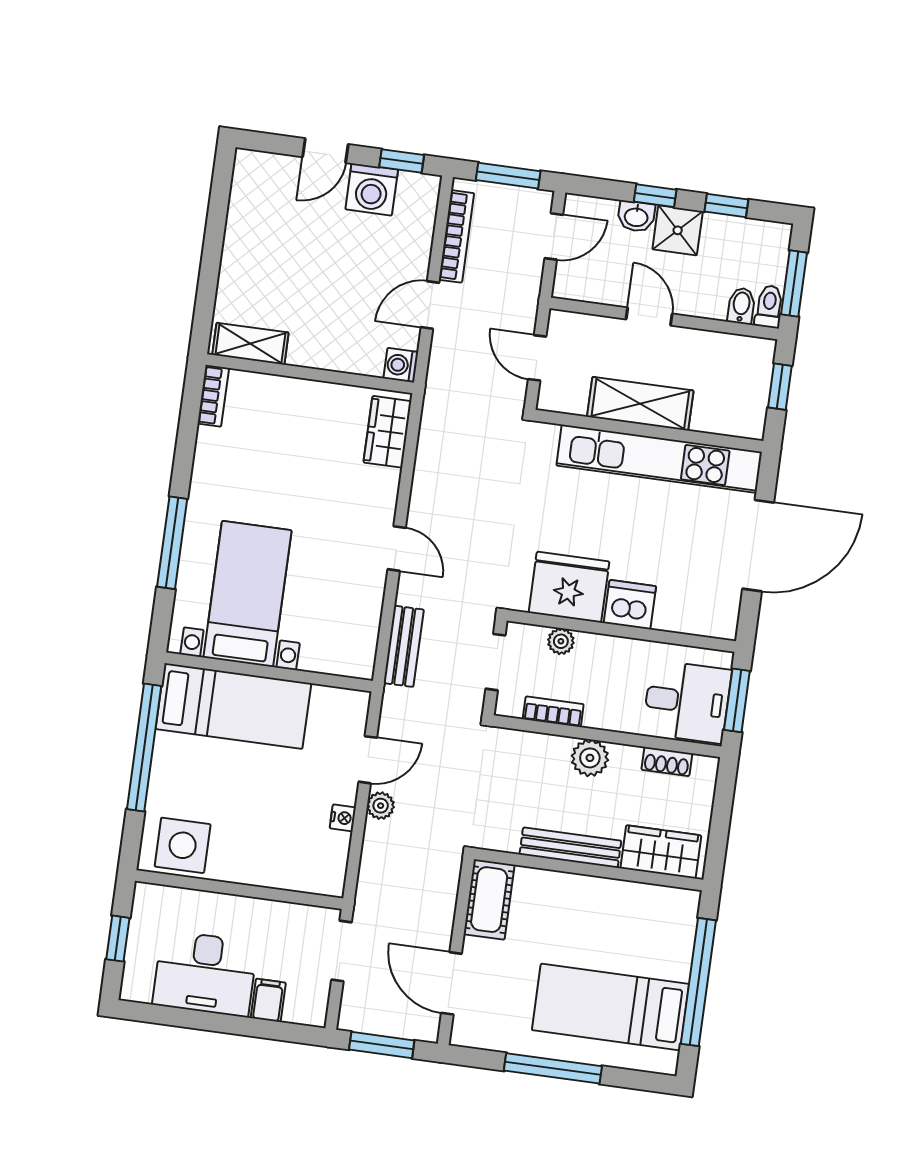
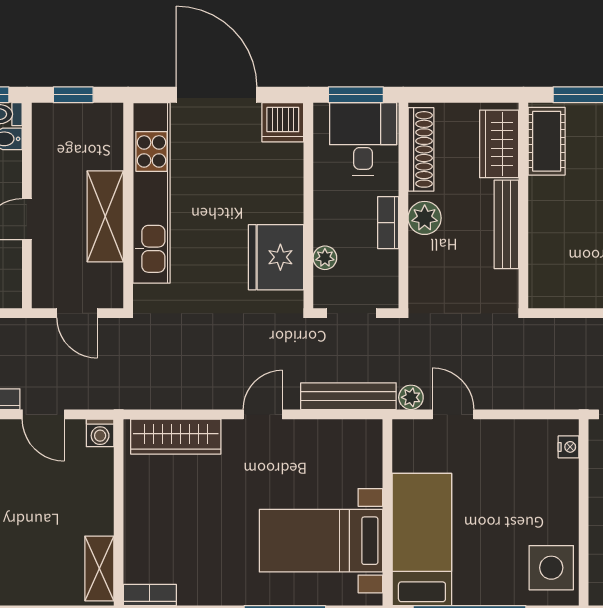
door: (537, 358) -> (77, 313), hinge flipped
wardrobe: (387, 432) -> (176, 437), width x1.50
dishwasher: (630, 605) -> (283, 122), moved, turned -90
bench: (404, 646) -> (348, 396), width x1.36
bookcase: (553, 712) -> (388, 223), moved
shoe rack: (667, 762) -> (421, 149), width x1.94, depth x1.24
plant: (381, 806) -> (411, 397), moved
nightstand: (343, 818) -> (569, 447), moved, turned 90
cot: (489, 900) -> (547, 141), moved, turned 90

